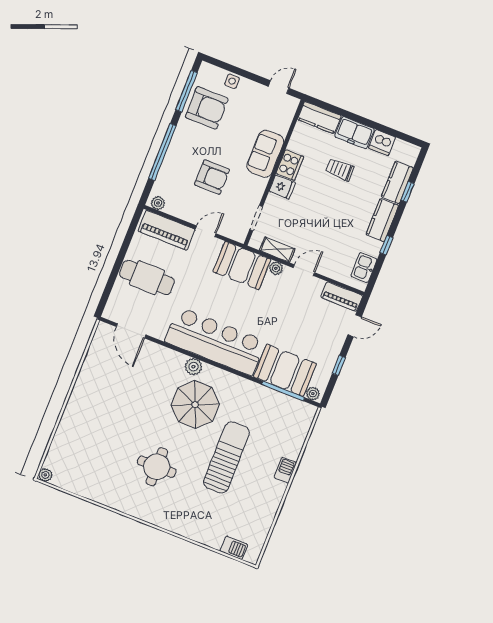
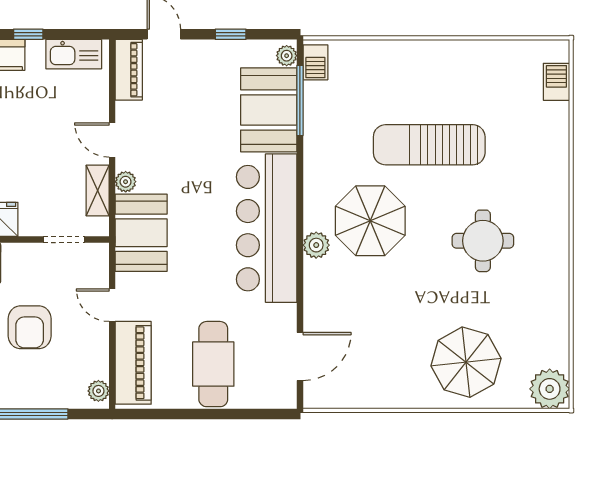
armchair: (212, 177) -> (30, 327), turned 180
kitchen sink: (364, 268) -> (74, 54), width x1.38
parasol: (89, 428) -> (466, 362), added
barbecue: (285, 470) -> (315, 62), moved, turned -90
plant: (45, 475) -> (550, 389), width x1.88, depth x1.88

